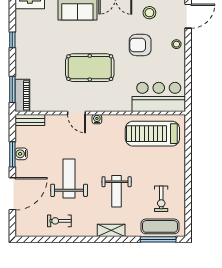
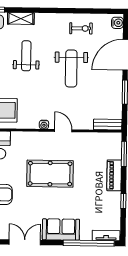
piano: (22, 95) -> (114, 175), moved
water cooler: (21, 154) -> (117, 23), moved
shelving: (111, 230) -> (21, 18), moved

